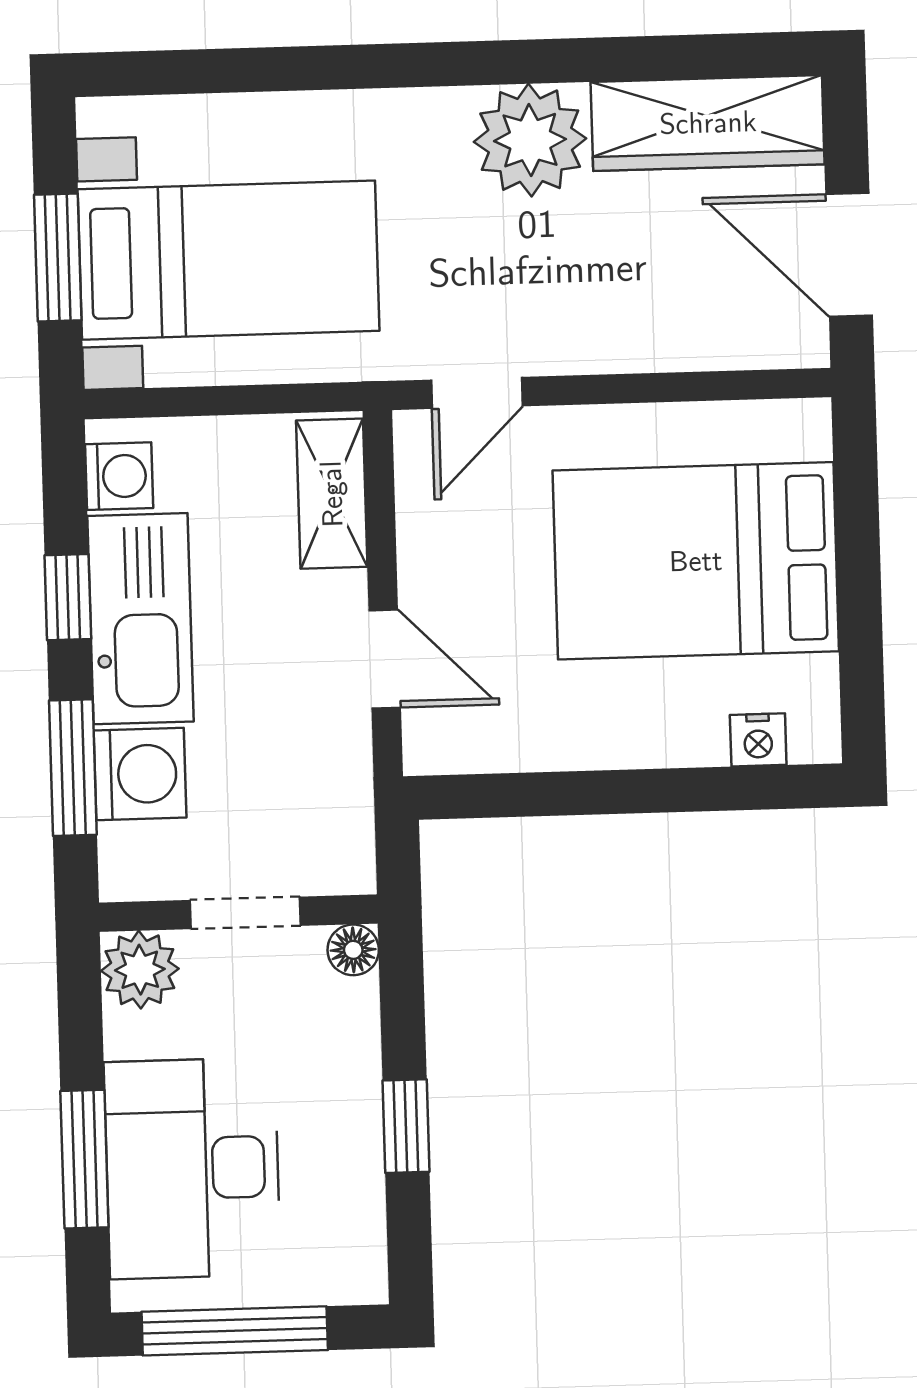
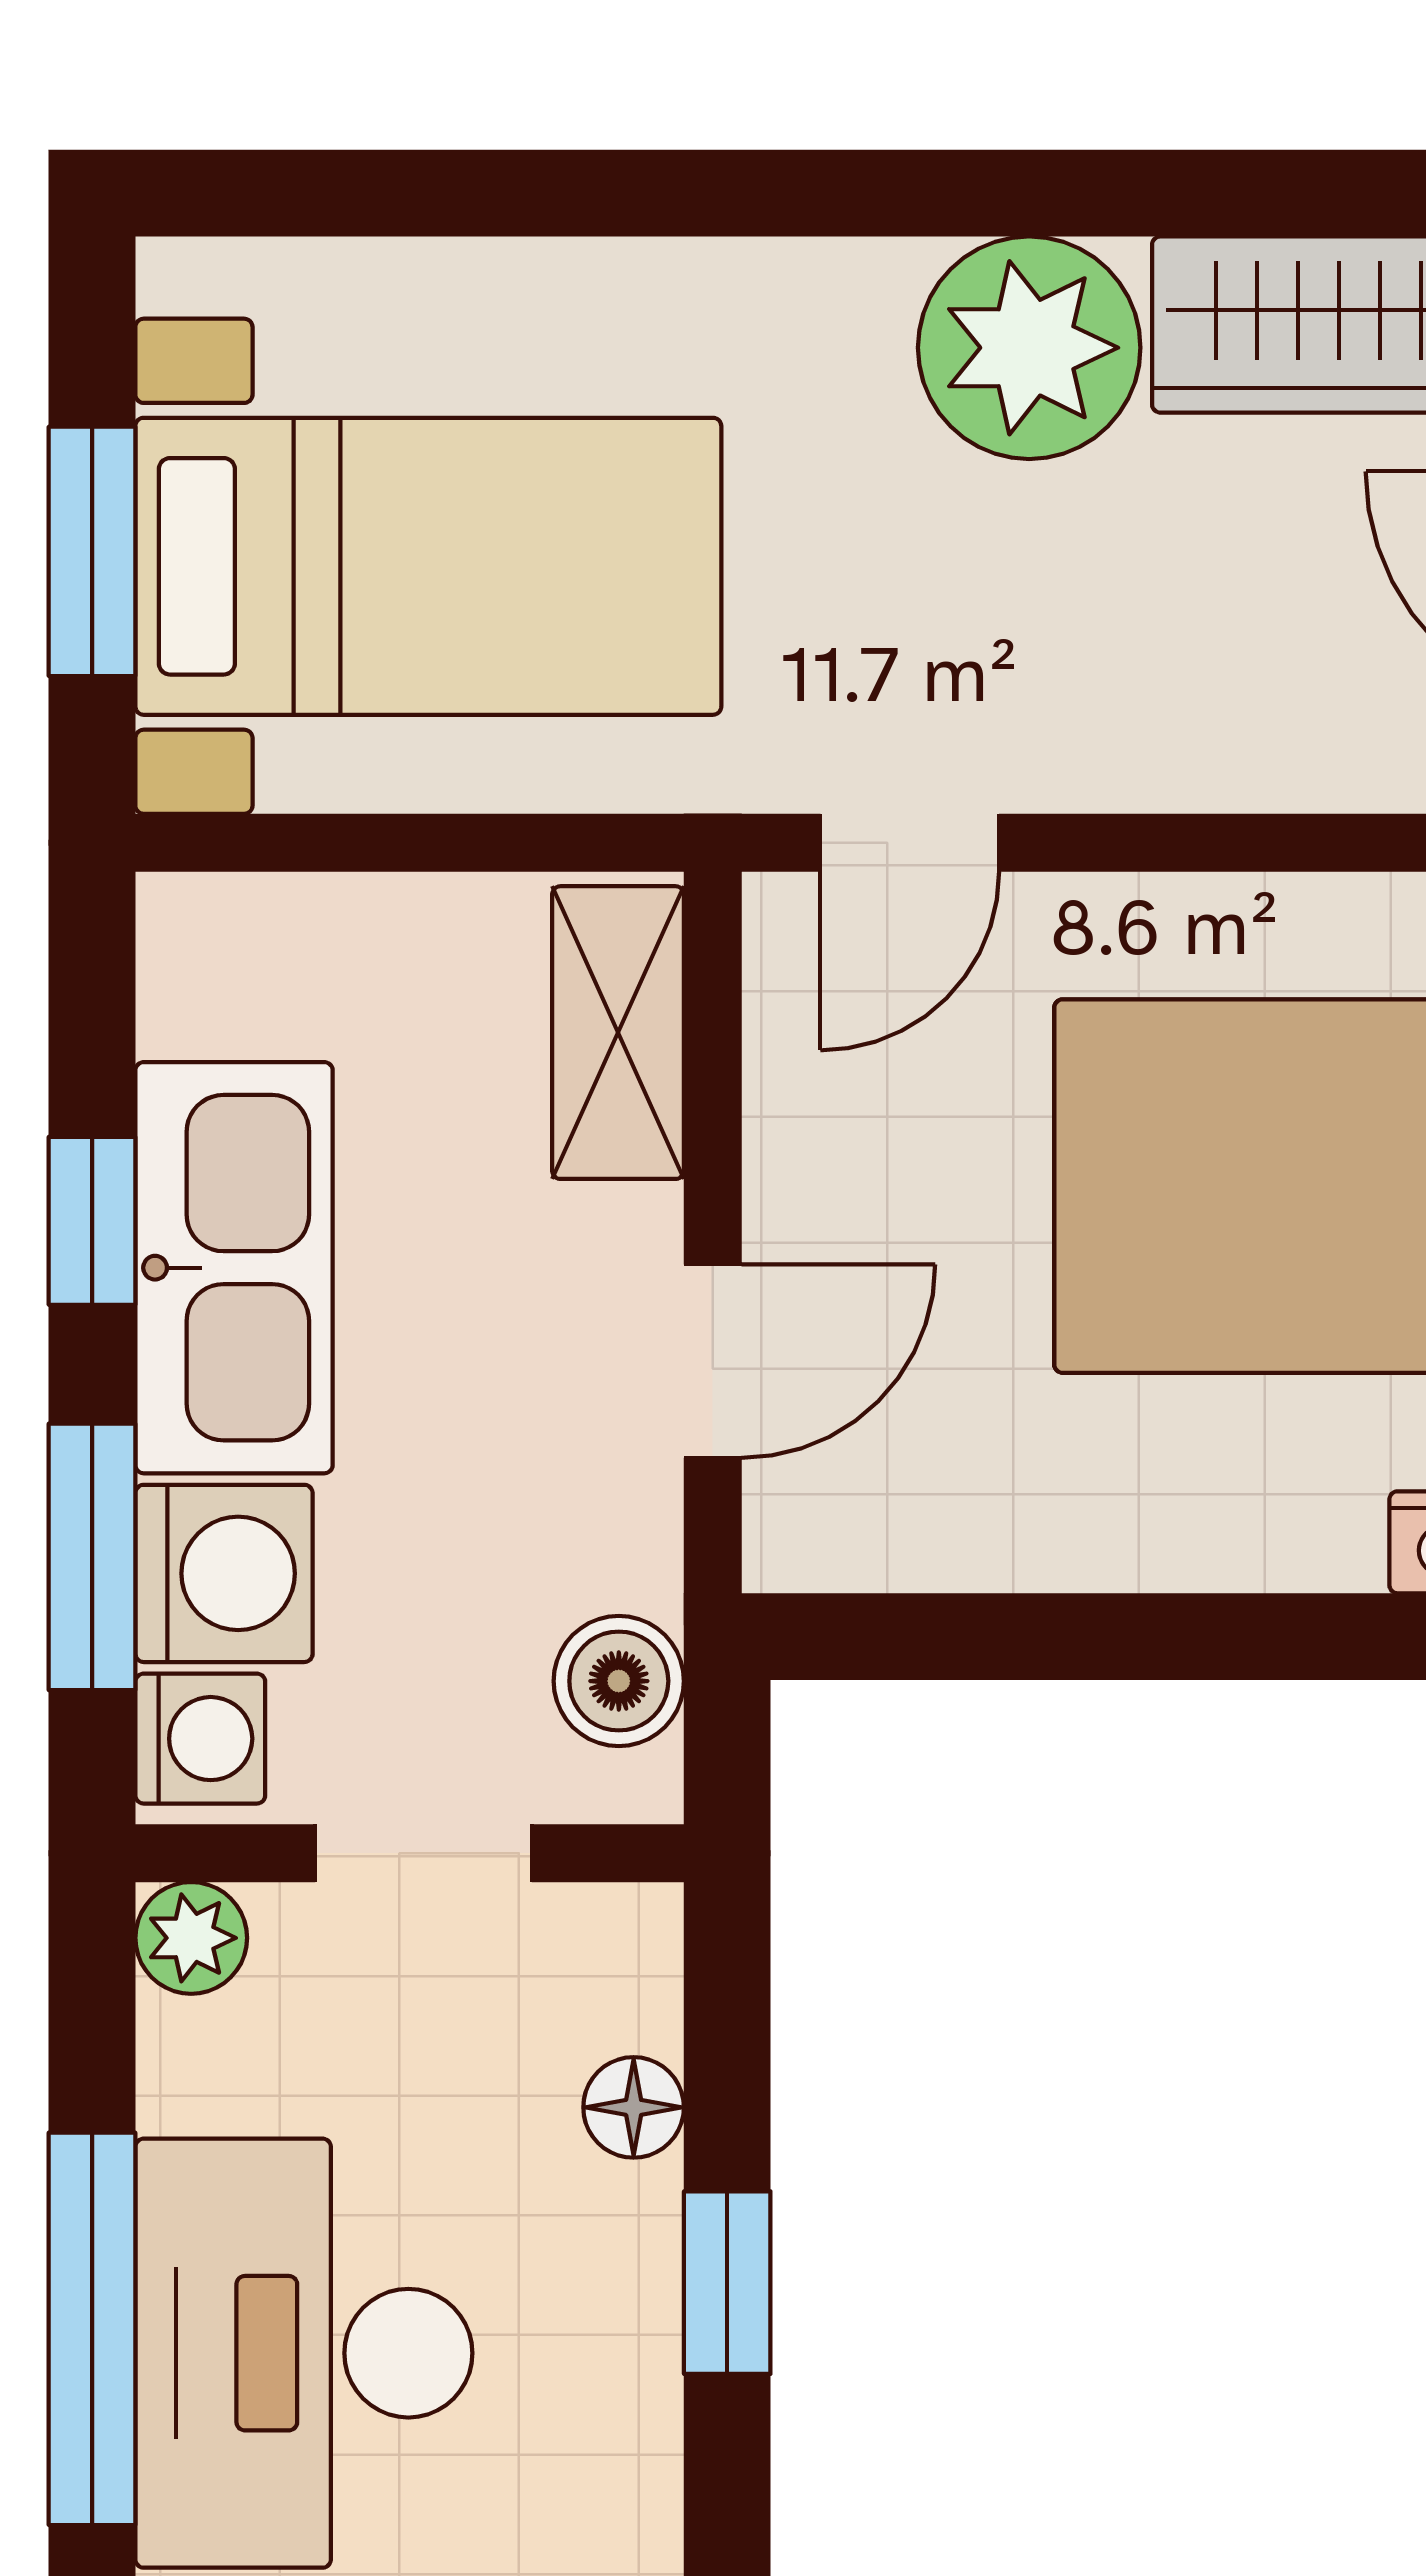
washing machine: (119, 476) -> (200, 1739), moved
door: (385, 659) -> (713, 1361), hinge flipped
boiler: (342, 823) -> (619, 1681), added
floor lamp: (353, 950) -> (634, 2107), moved
plant: (140, 970) -> (191, 1938), width x0.73, depth x0.73
window: (84, 1159) -> (92, 2329), width x1.44

